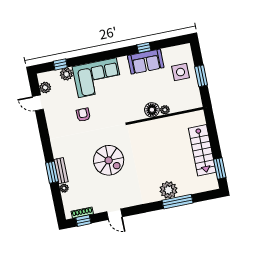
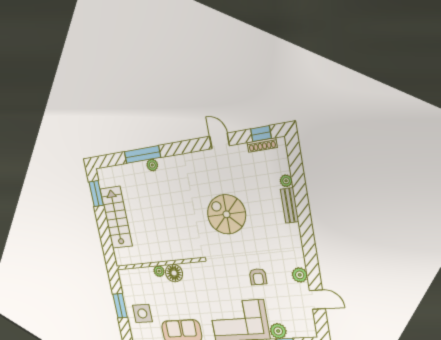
plant: (45, 88) -> (300, 275), moved
window: (52, 172) -> (302, 204), removed
plant: (168, 190) -> (152, 165), width x0.53, depth x0.53

